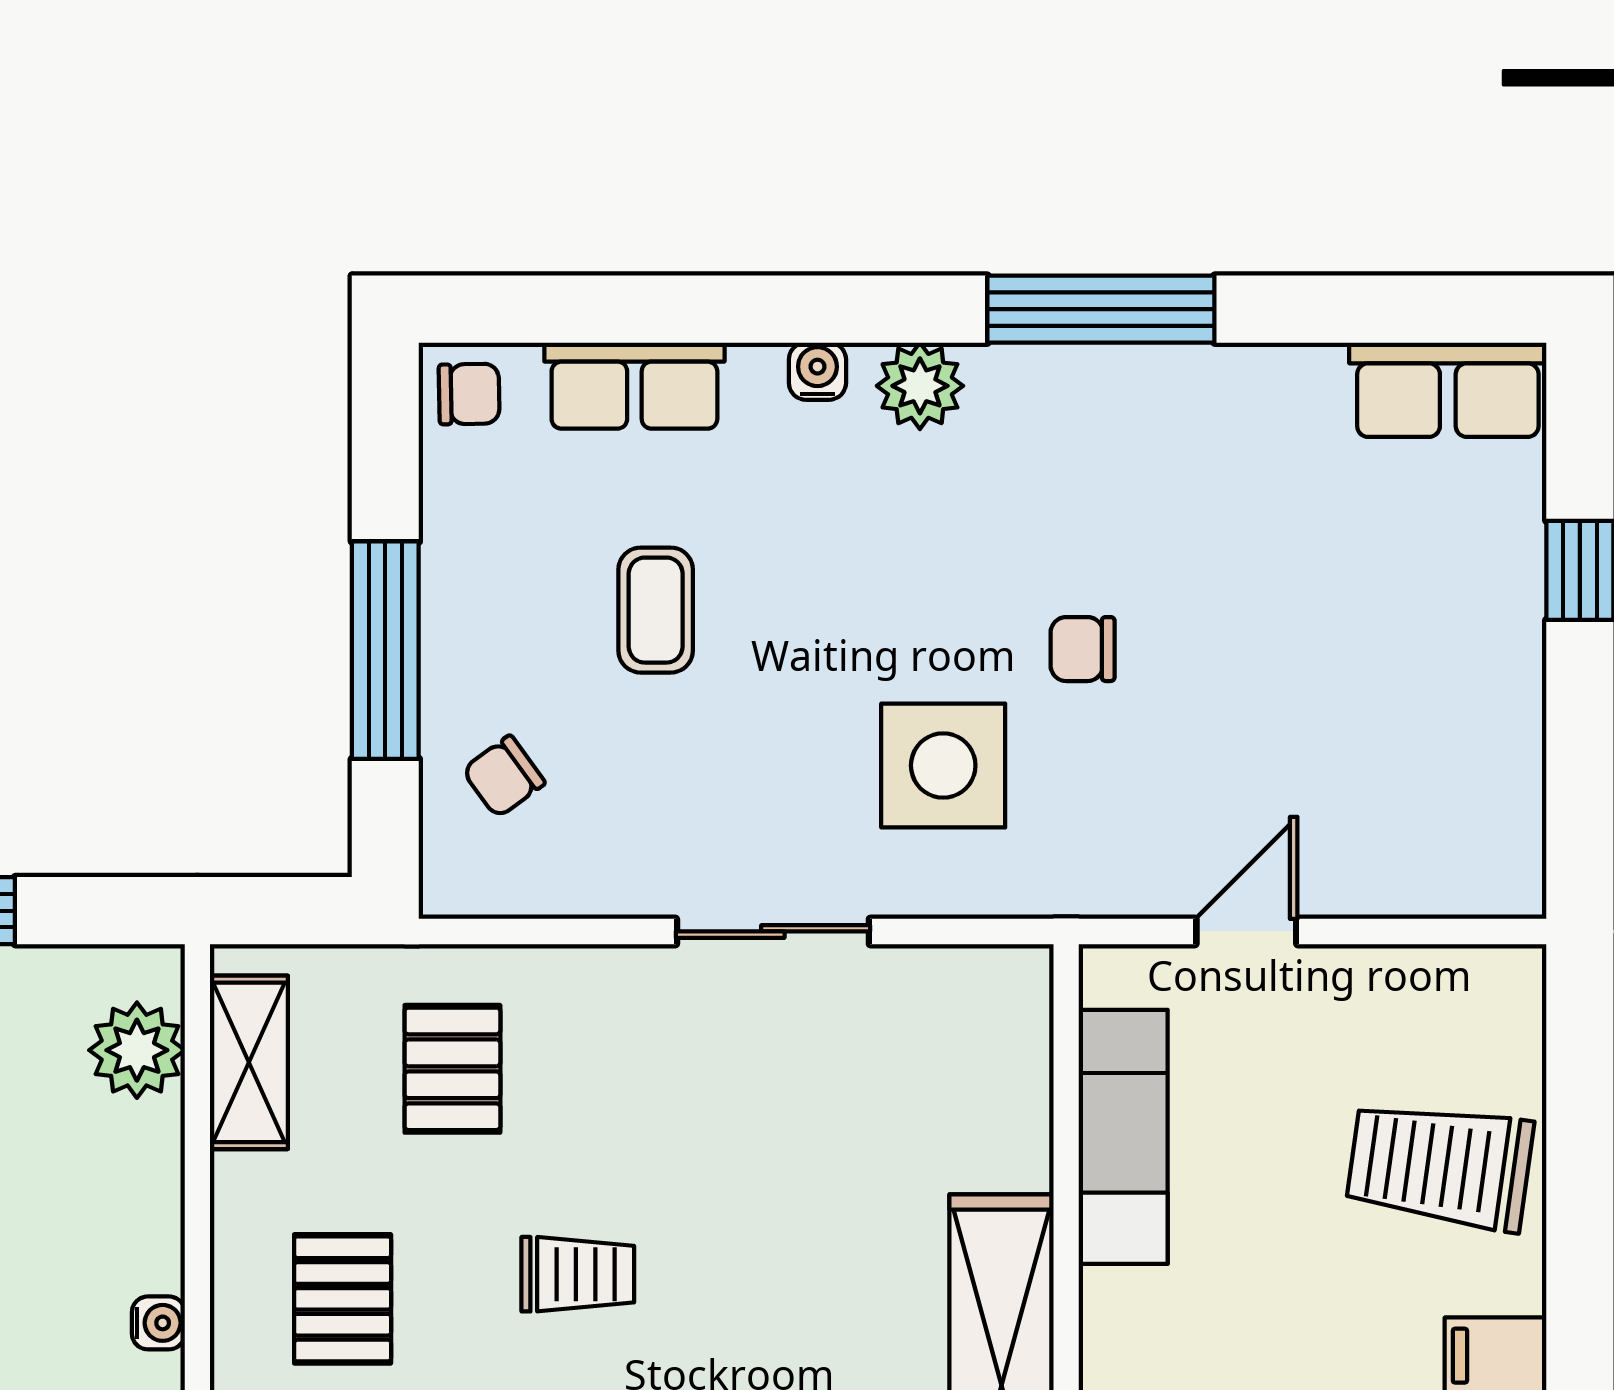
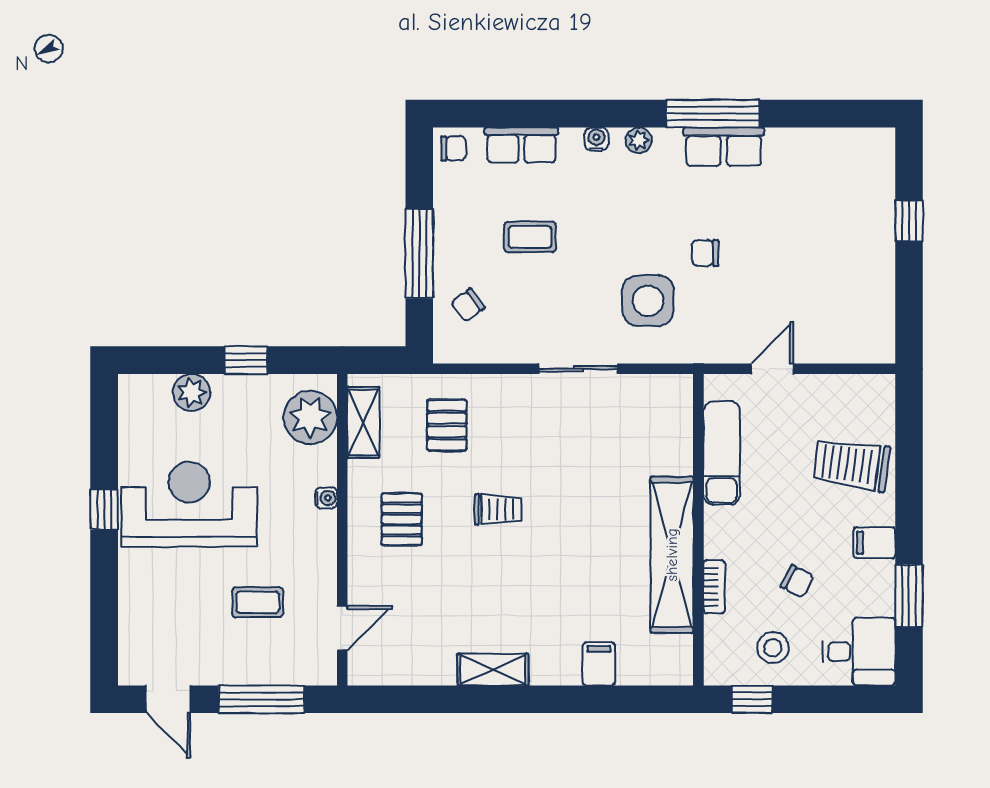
plant: (920, 386) -> (638, 140), width x0.73, depth x0.73
row of seats: (1448, 390) -> (724, 147), moved
coffee table: (656, 610) -> (530, 237), turned 90
plant: (137, 1050) -> (310, 417), width x1.36, depth x1.36
water cooler: (158, 1323) -> (326, 498), moved

